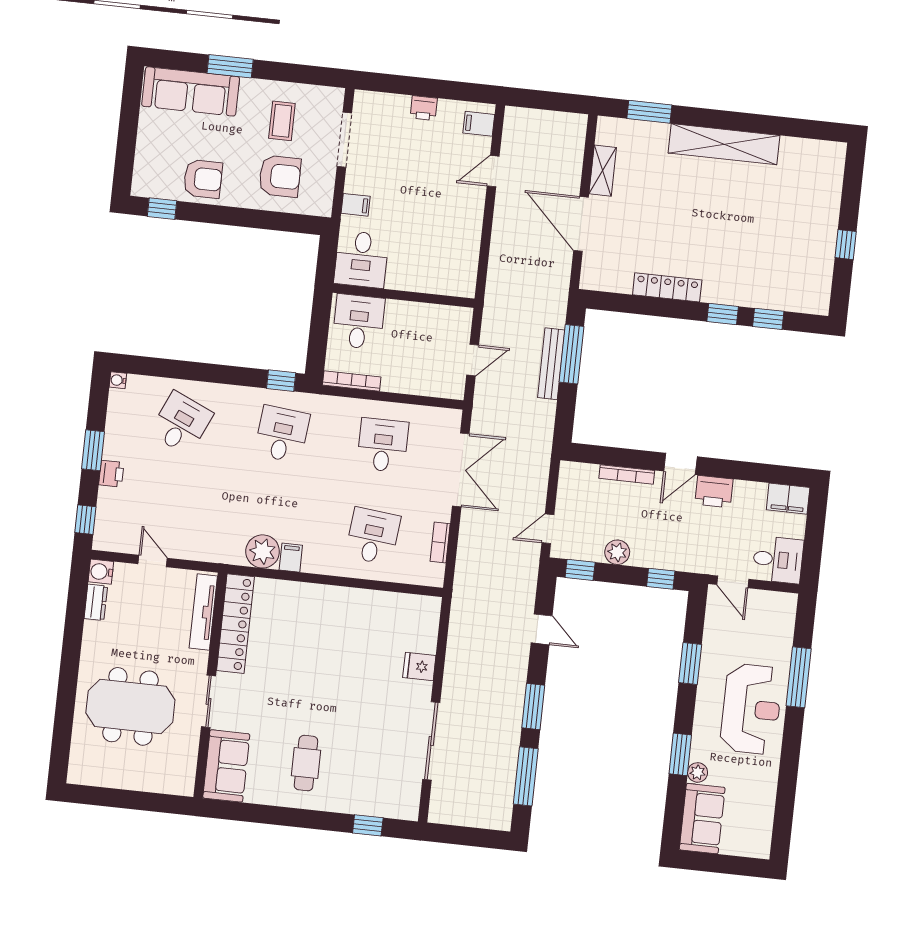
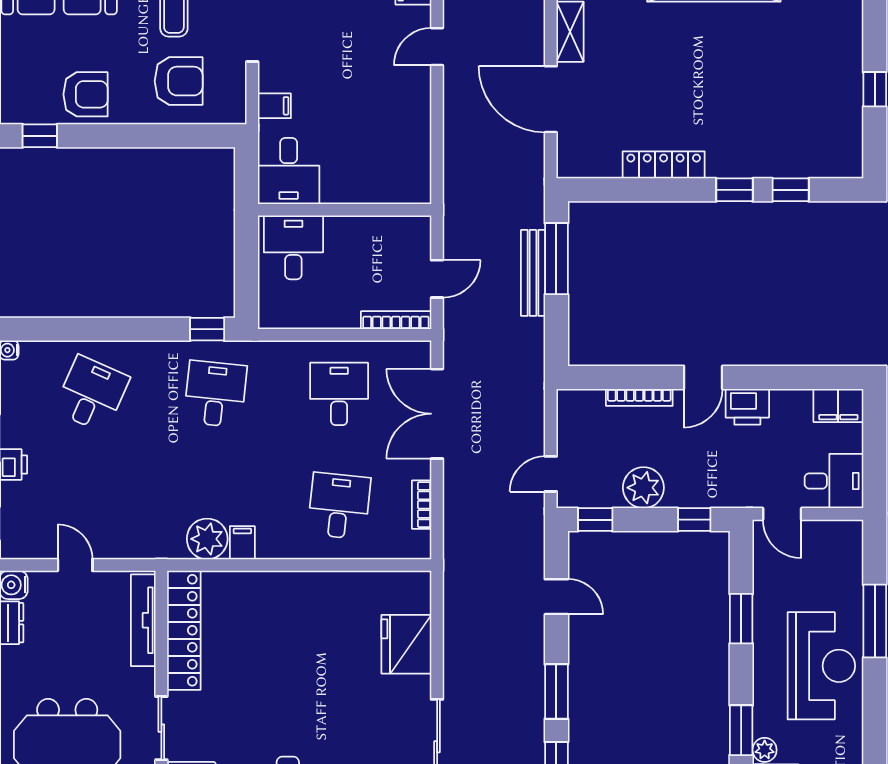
bookcase: (352, 381) -> (396, 320), moved
double door: (461, 470) -> (437, 414), swing flipped
plant: (617, 552) -> (643, 488), width x1.36, depth x1.36
fridge: (419, 667) -> (406, 644), width x1.88, depth x1.34

